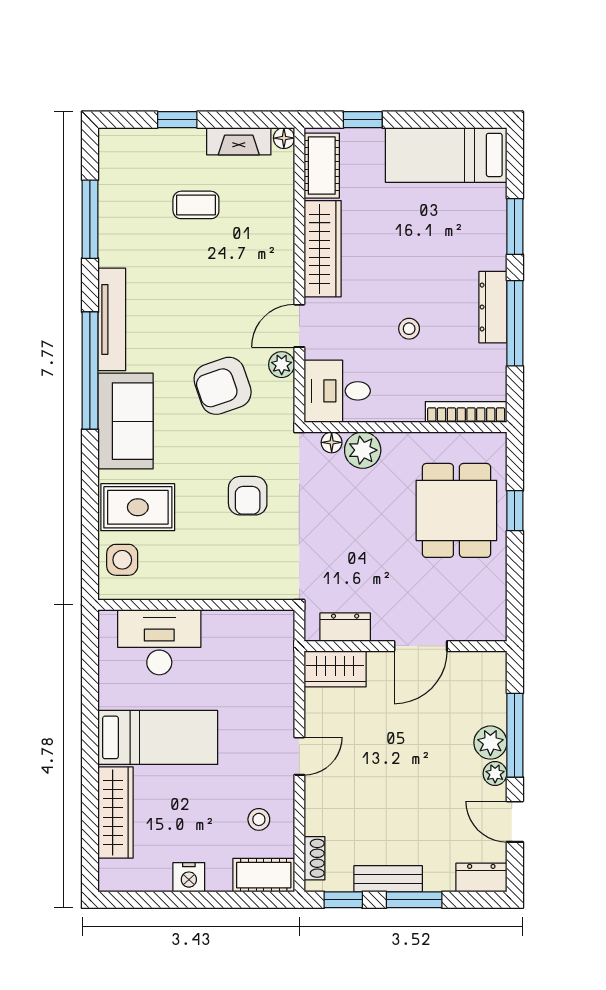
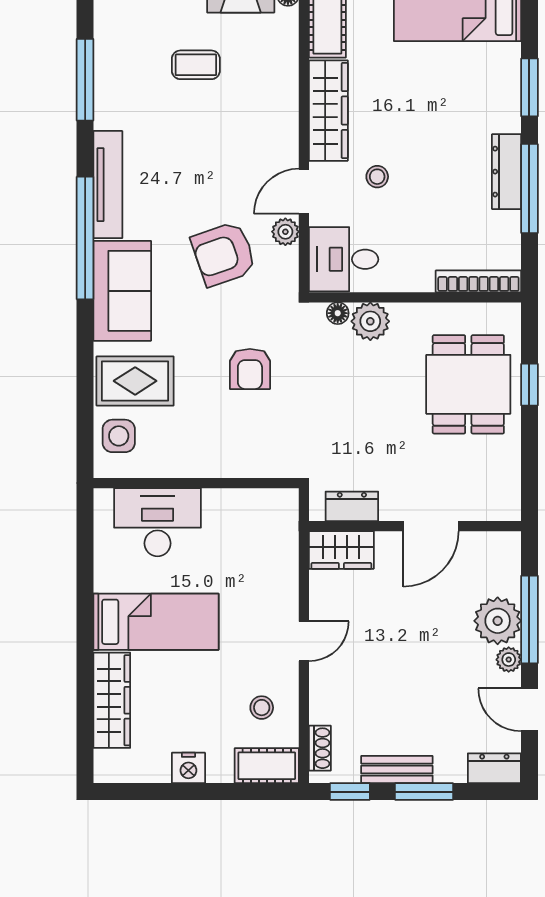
stool: (409, 329) -> (377, 177), moved
plant: (490, 743) -> (498, 621), width x1.36, depth x1.36

